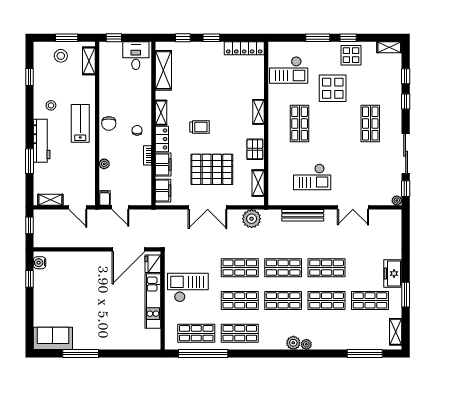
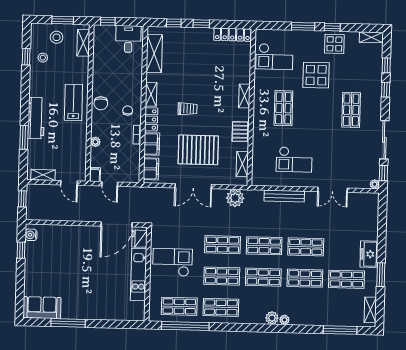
stool: (51, 105) -> (43, 58), moved

